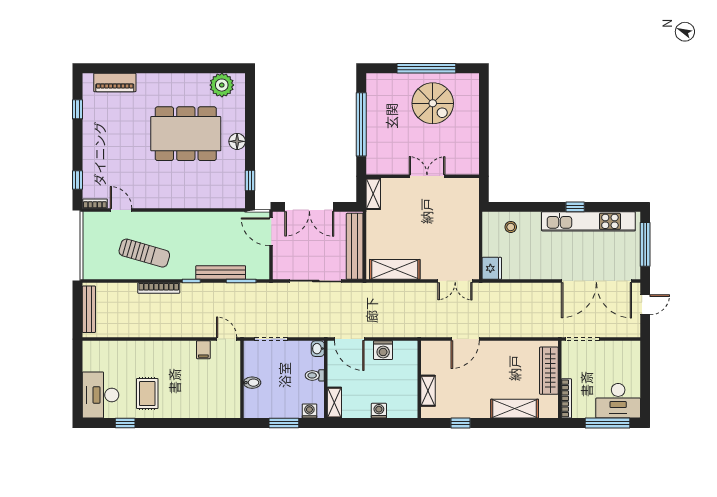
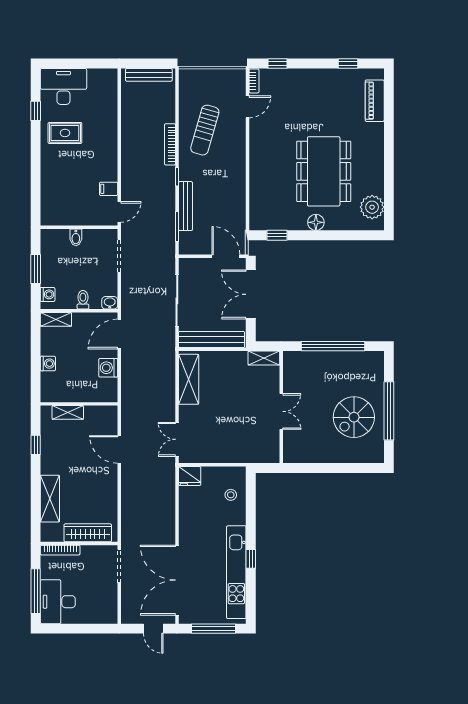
door: (271, 232) -> (226, 256), hinge flipped

